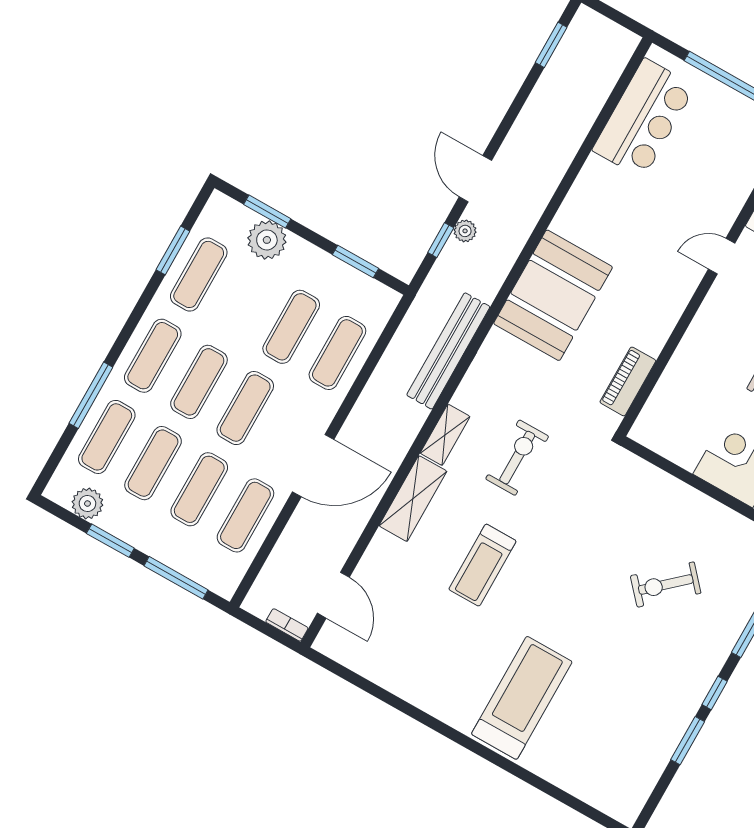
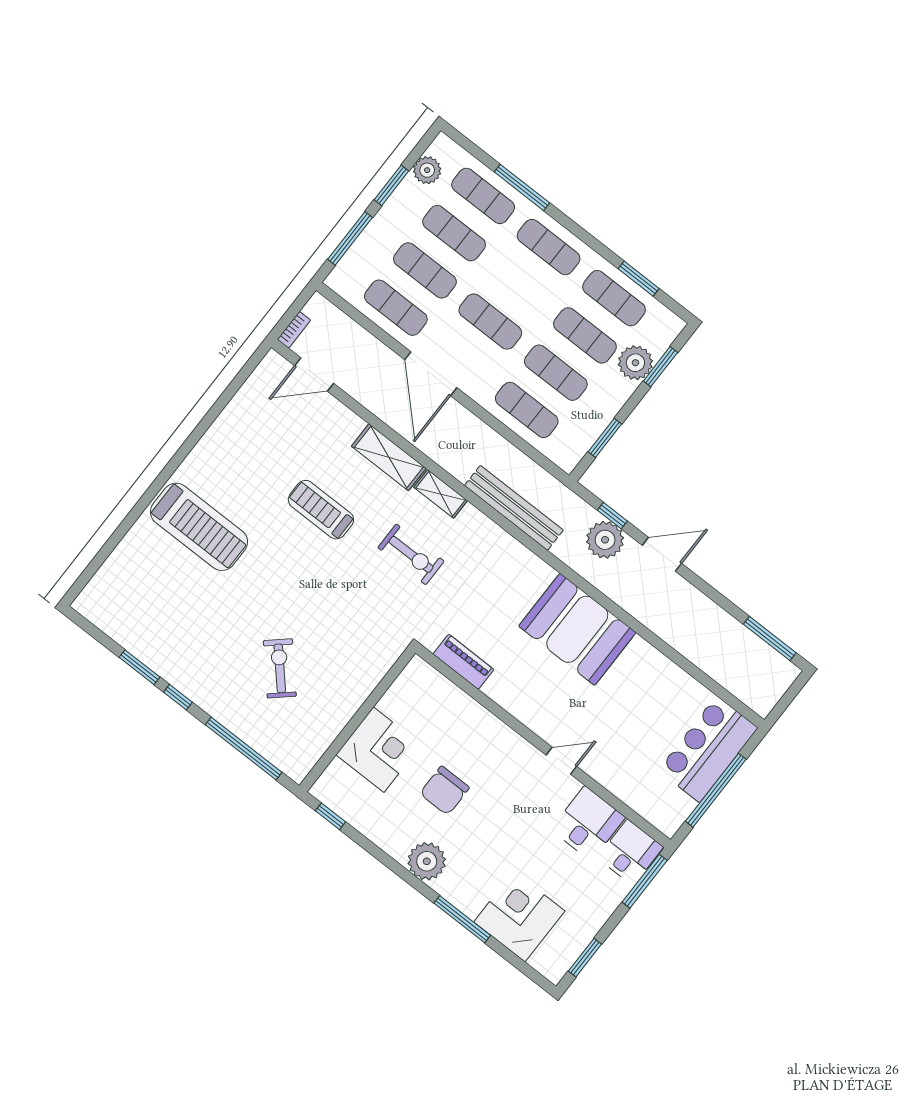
window: (551, 45) -> (770, 639), width x1.44
bar counter: (644, 118) -> (708, 749), moved, turned 90
plant: (465, 231) -> (605, 540), width x1.88, depth x1.88
door: (722, 256) -> (561, 761), hinge flipped
booth: (553, 295) -> (577, 629), moved
exercise mat: (199, 382) -> (585, 335), moved

